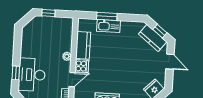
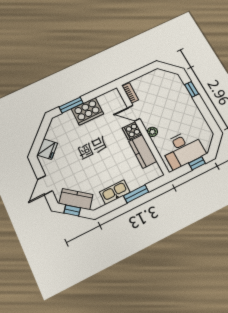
kitchen sink: (109, 26) -> (115, 192), moved
door: (170, 62) -> (45, 185), hinge flipped
desk: (32, 75) -> (183, 149), moved, turned 90
door: (72, 80) -> (134, 113), hinge flipped

